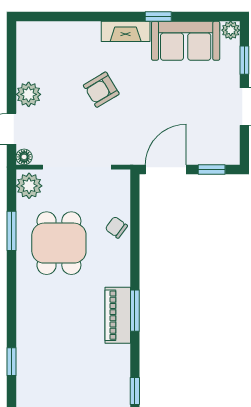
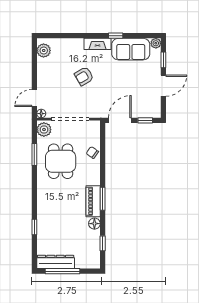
plant: (29, 94) -> (44, 50), moved
floor lamp: (120, 355) -> (94, 224), added

